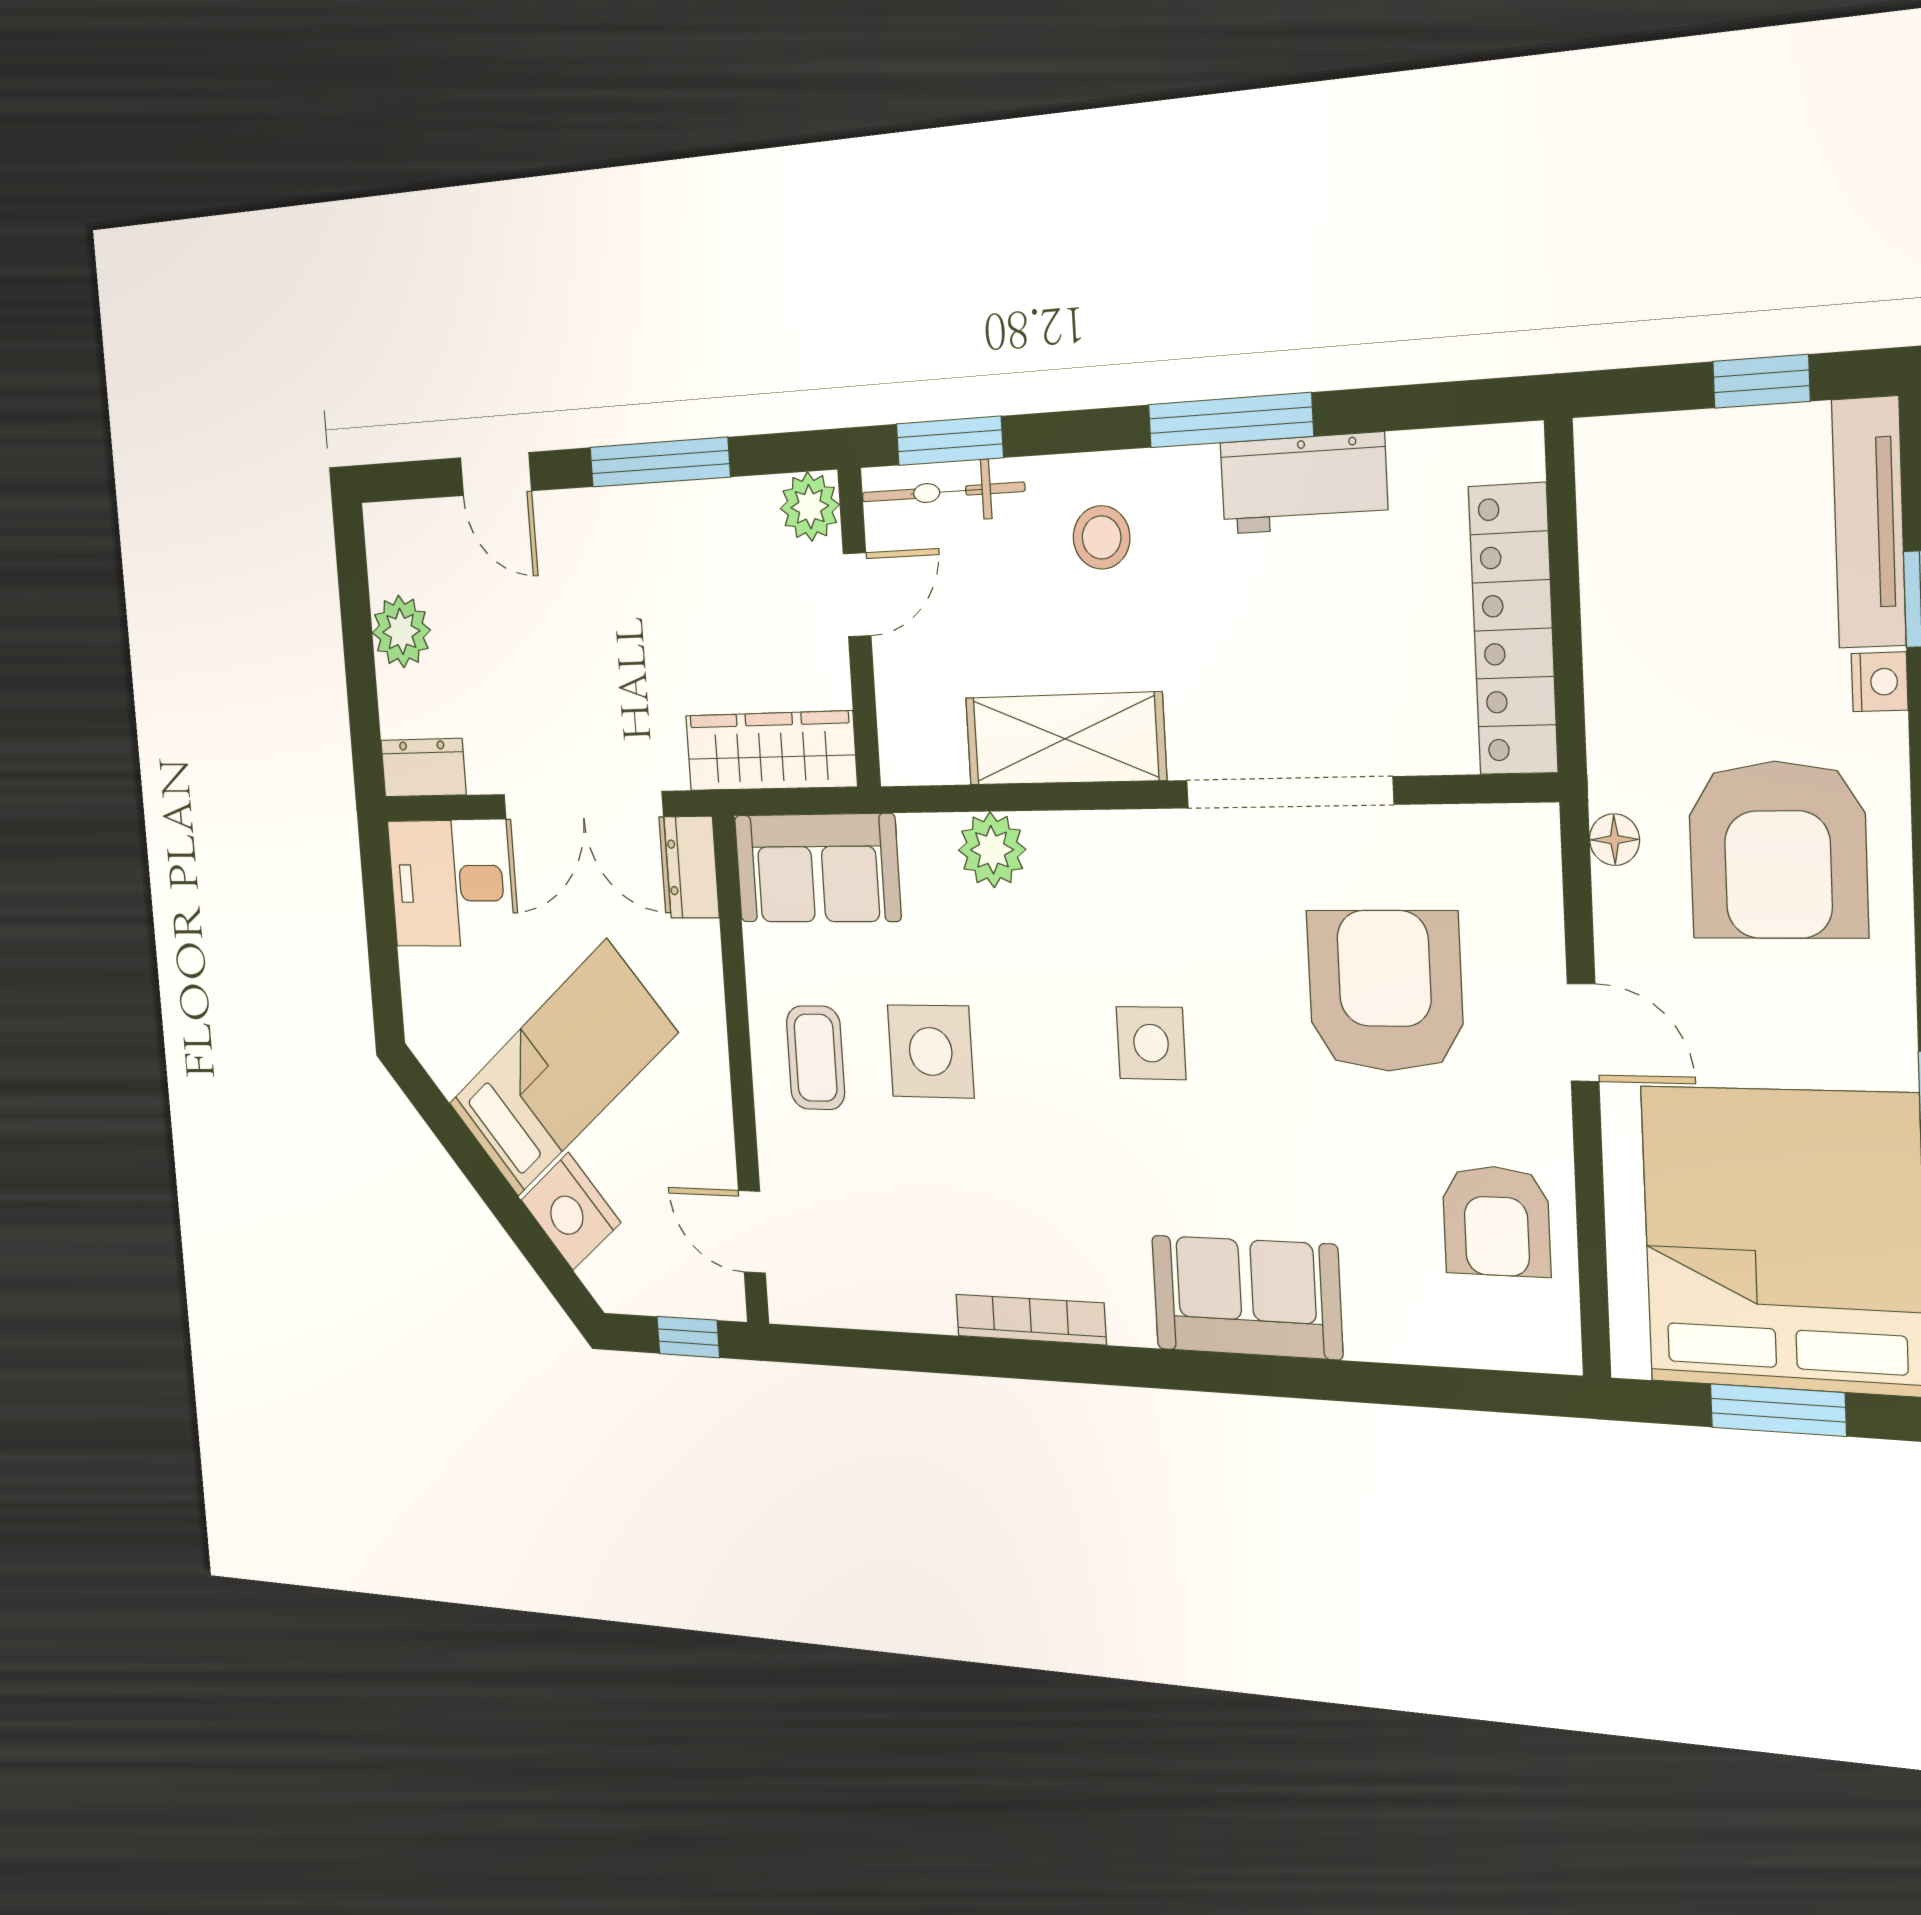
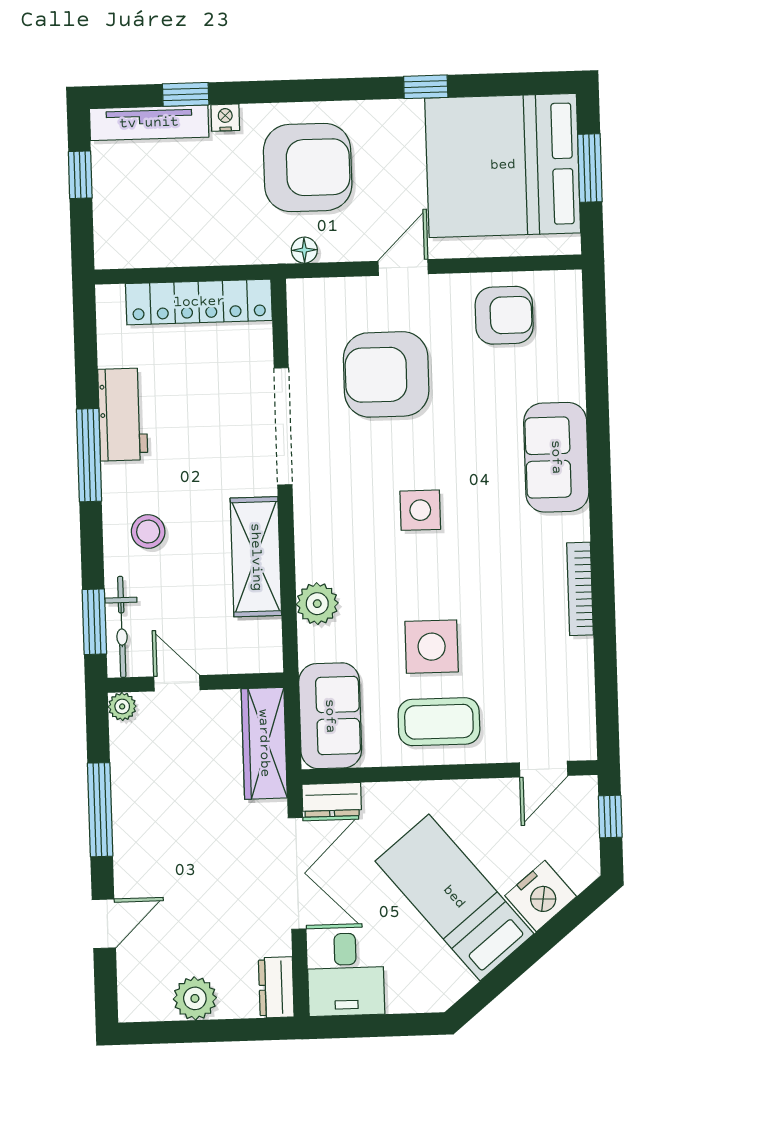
plant: (810, 507) -> (122, 706), width x0.73, depth x0.73
coffee table: (816, 1058) -> (439, 722), width x1.36, depth x1.30

